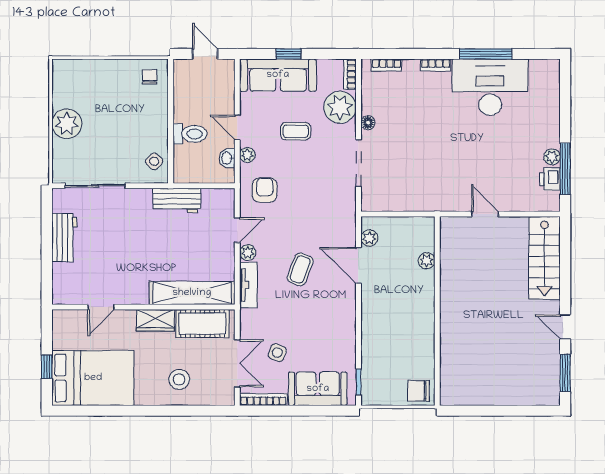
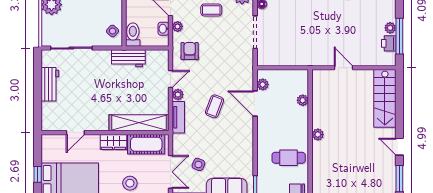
toilet: (190, 134) -> (133, 35), moved, turned -90
plant: (448, 310) -> (318, 135), added
cafe table: (406, 343) -> (289, 158), added

